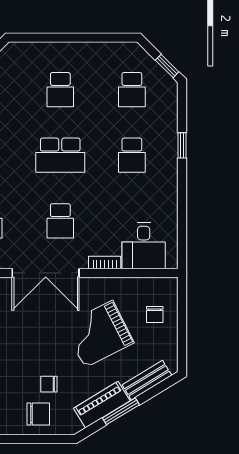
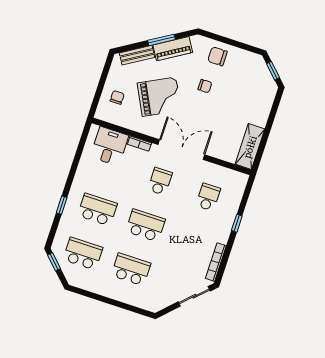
school desk: (60, 90) -> (131, 269), width x1.85
school desk: (132, 90) -> (83, 254), width x1.85
school desk: (132, 155) -> (97, 210), width x1.85
chair: (49, 384) -> (205, 86), moved

